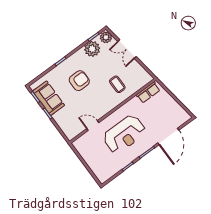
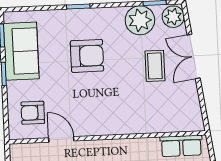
coffee table: (117, 84) -> (155, 66), moved
armchair: (72, 122) -> (33, 113), added

